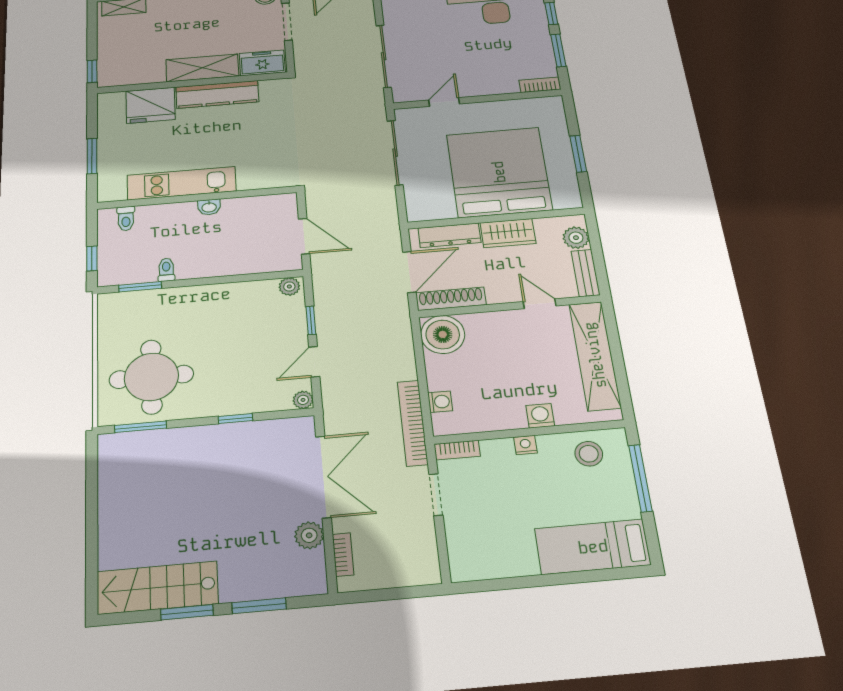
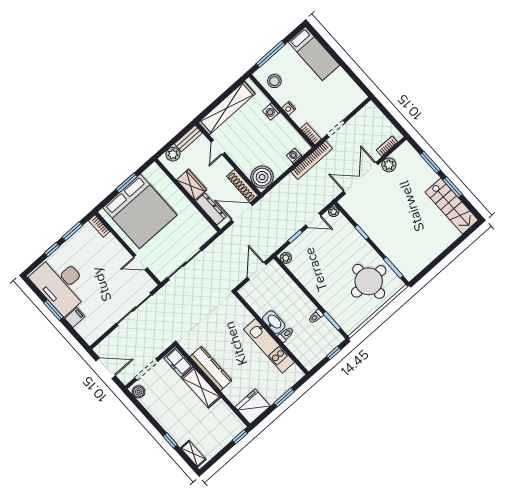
fridge: (151, 105) -> (253, 407), moved, turned -90
bed: (499, 172) -> (140, 211), moved, turned -90
washbasin: (209, 207) -> (274, 322), width x1.91, depth x1.45
toilet: (126, 219) -> (286, 335), moved

